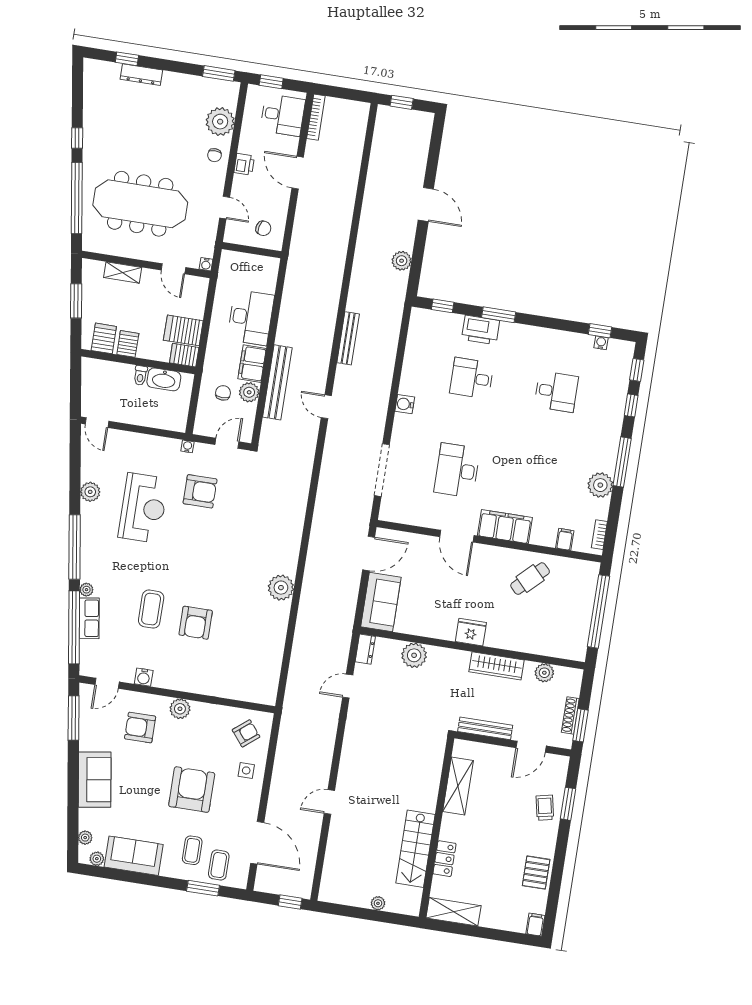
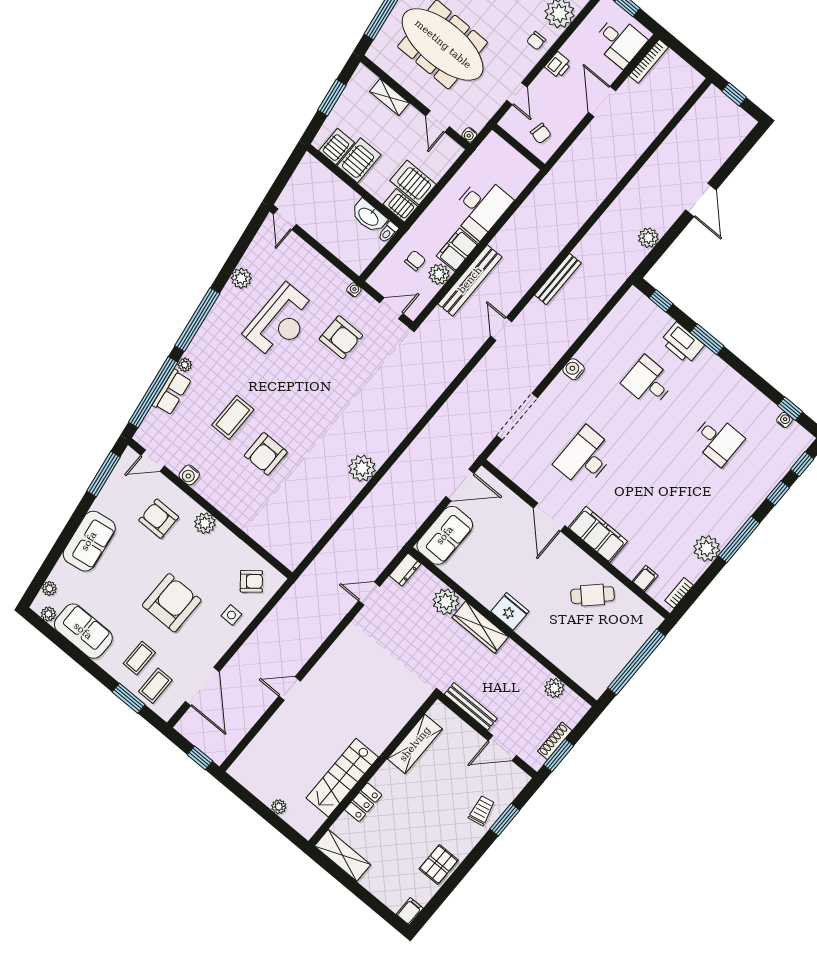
server rack: (128, 344) -> (359, 160), width x1.36, depth x1.44
toilet: (140, 375) -> (388, 232), moved
wardrobe: (497, 666) -> (480, 627), moved

